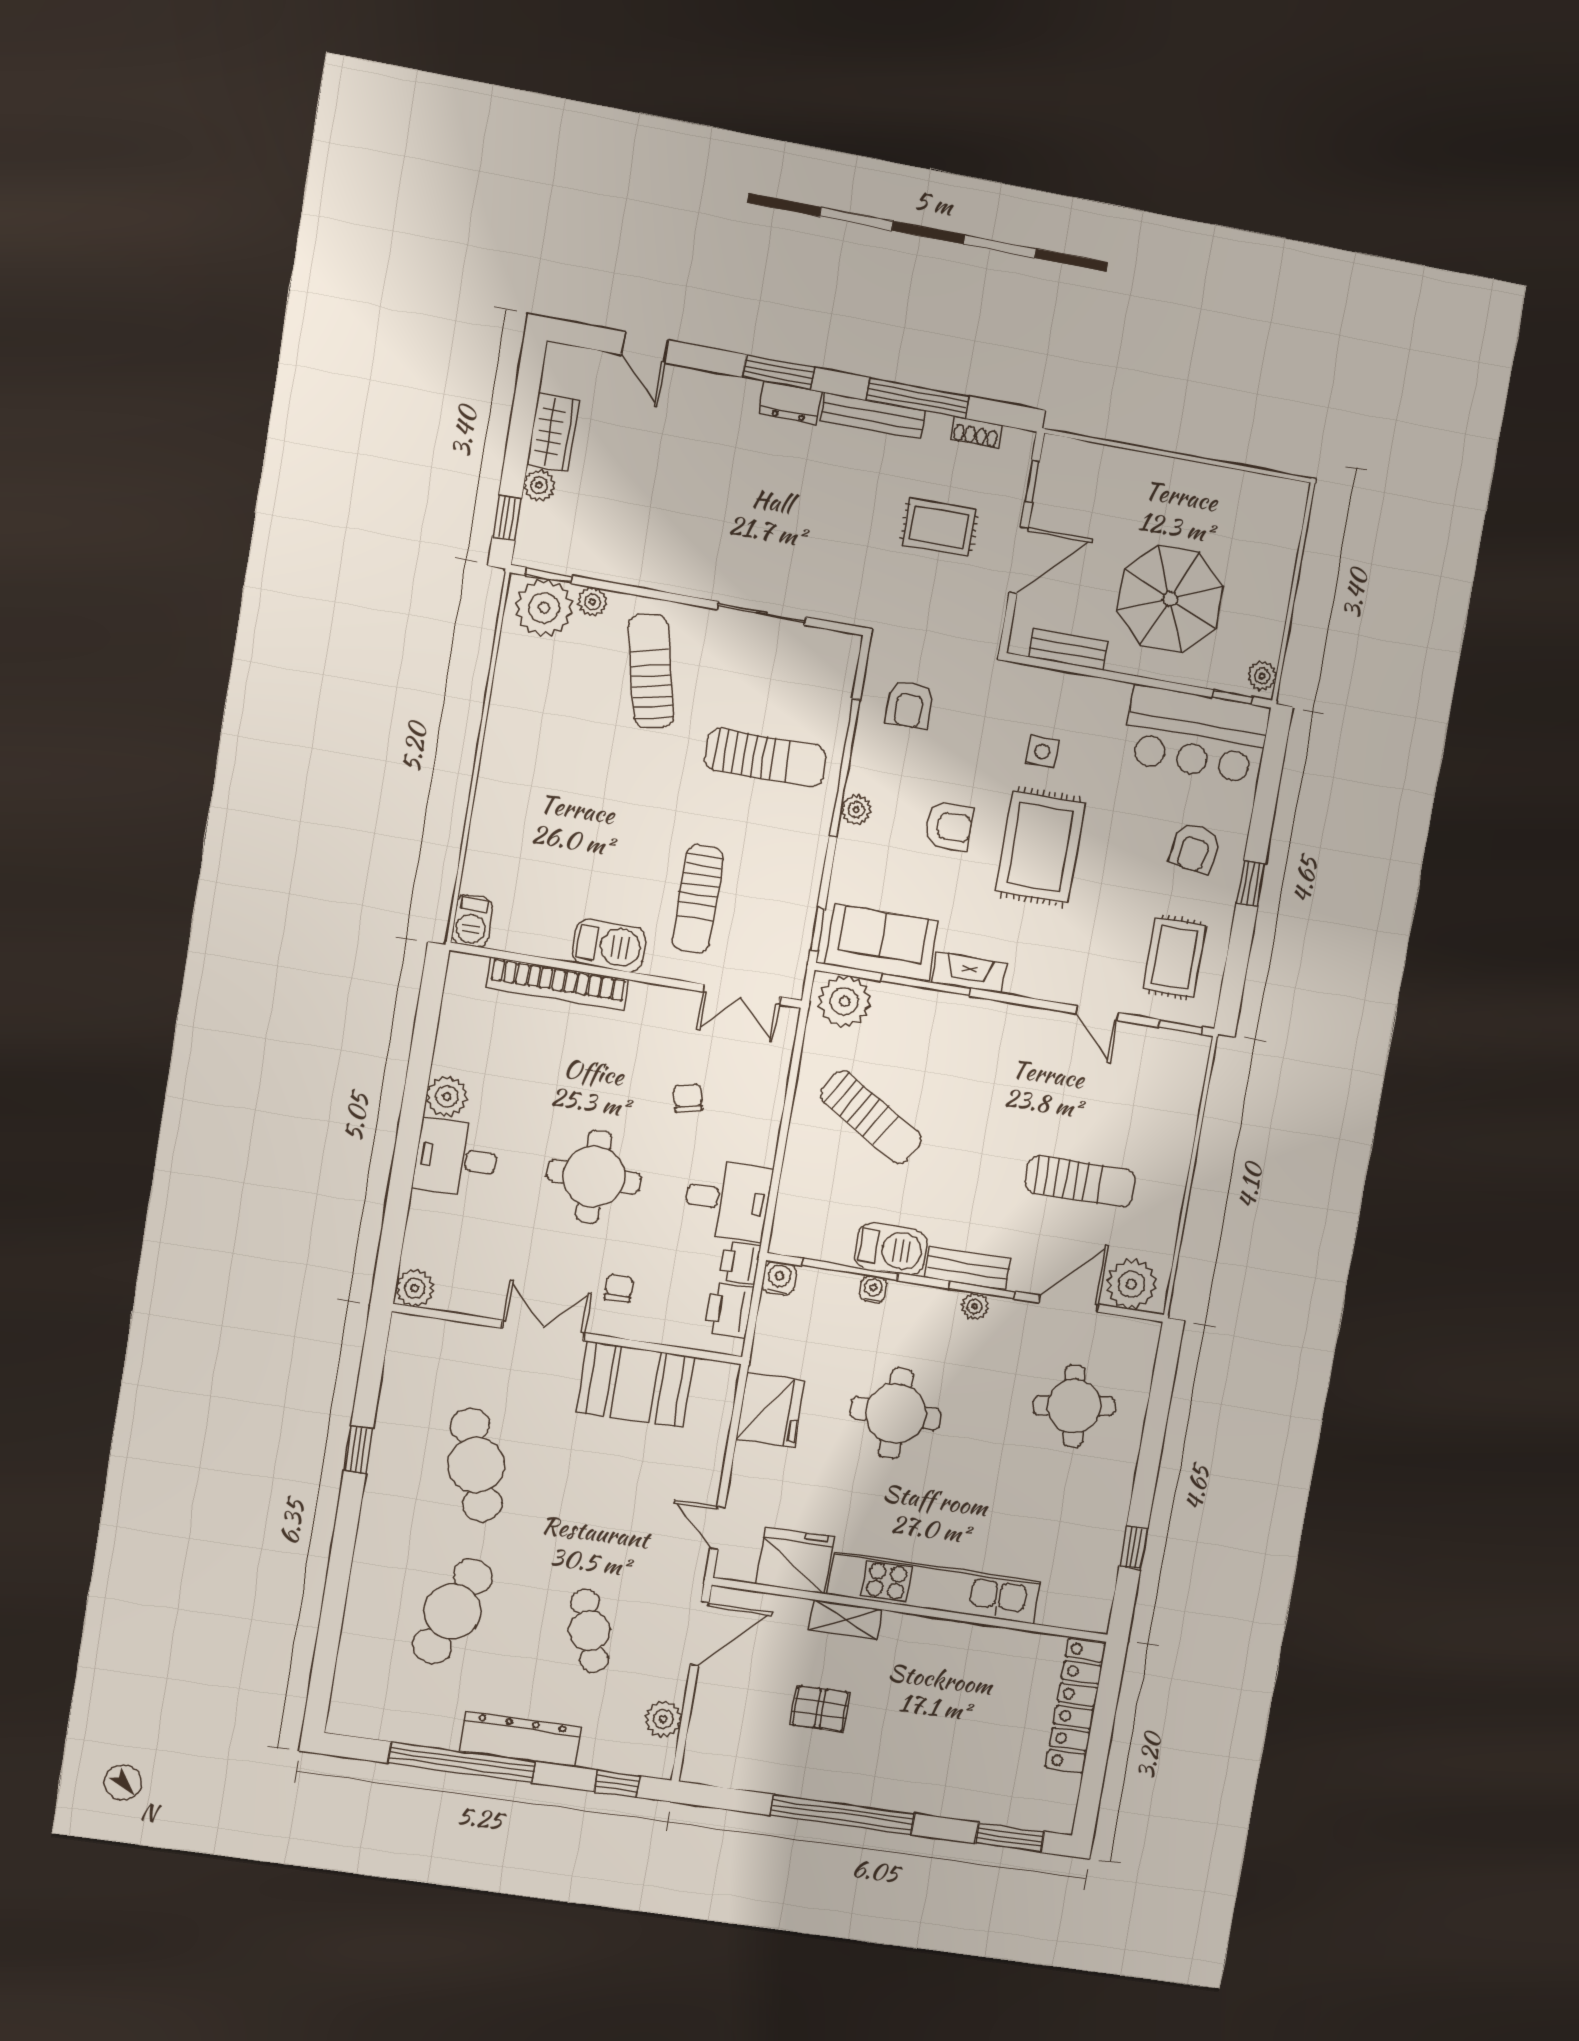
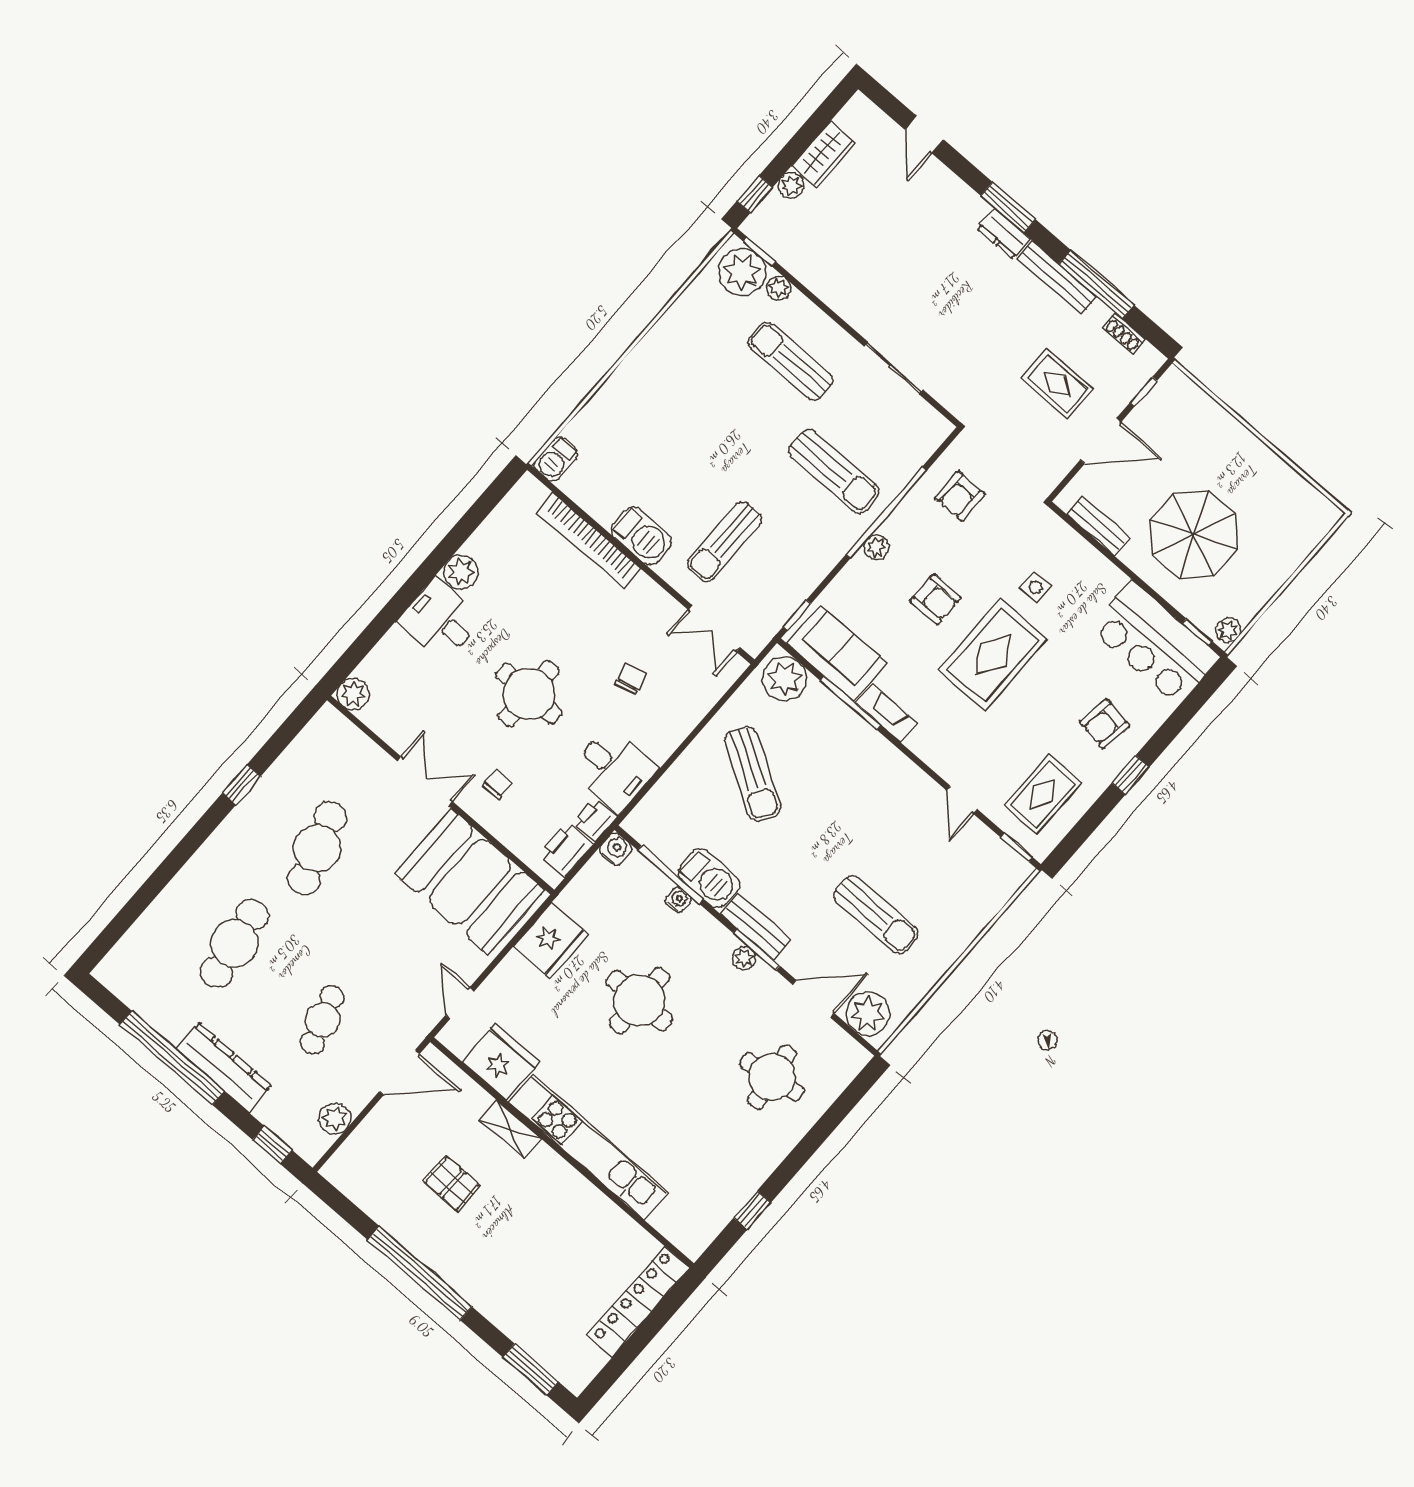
sun lounger: (651, 671) -> (790, 361), turned -77
booth: (635, 1385) -> (470, 882), width x1.36, depth x1.42
cafe table: (452, 1611) -> (234, 943), turned -30

